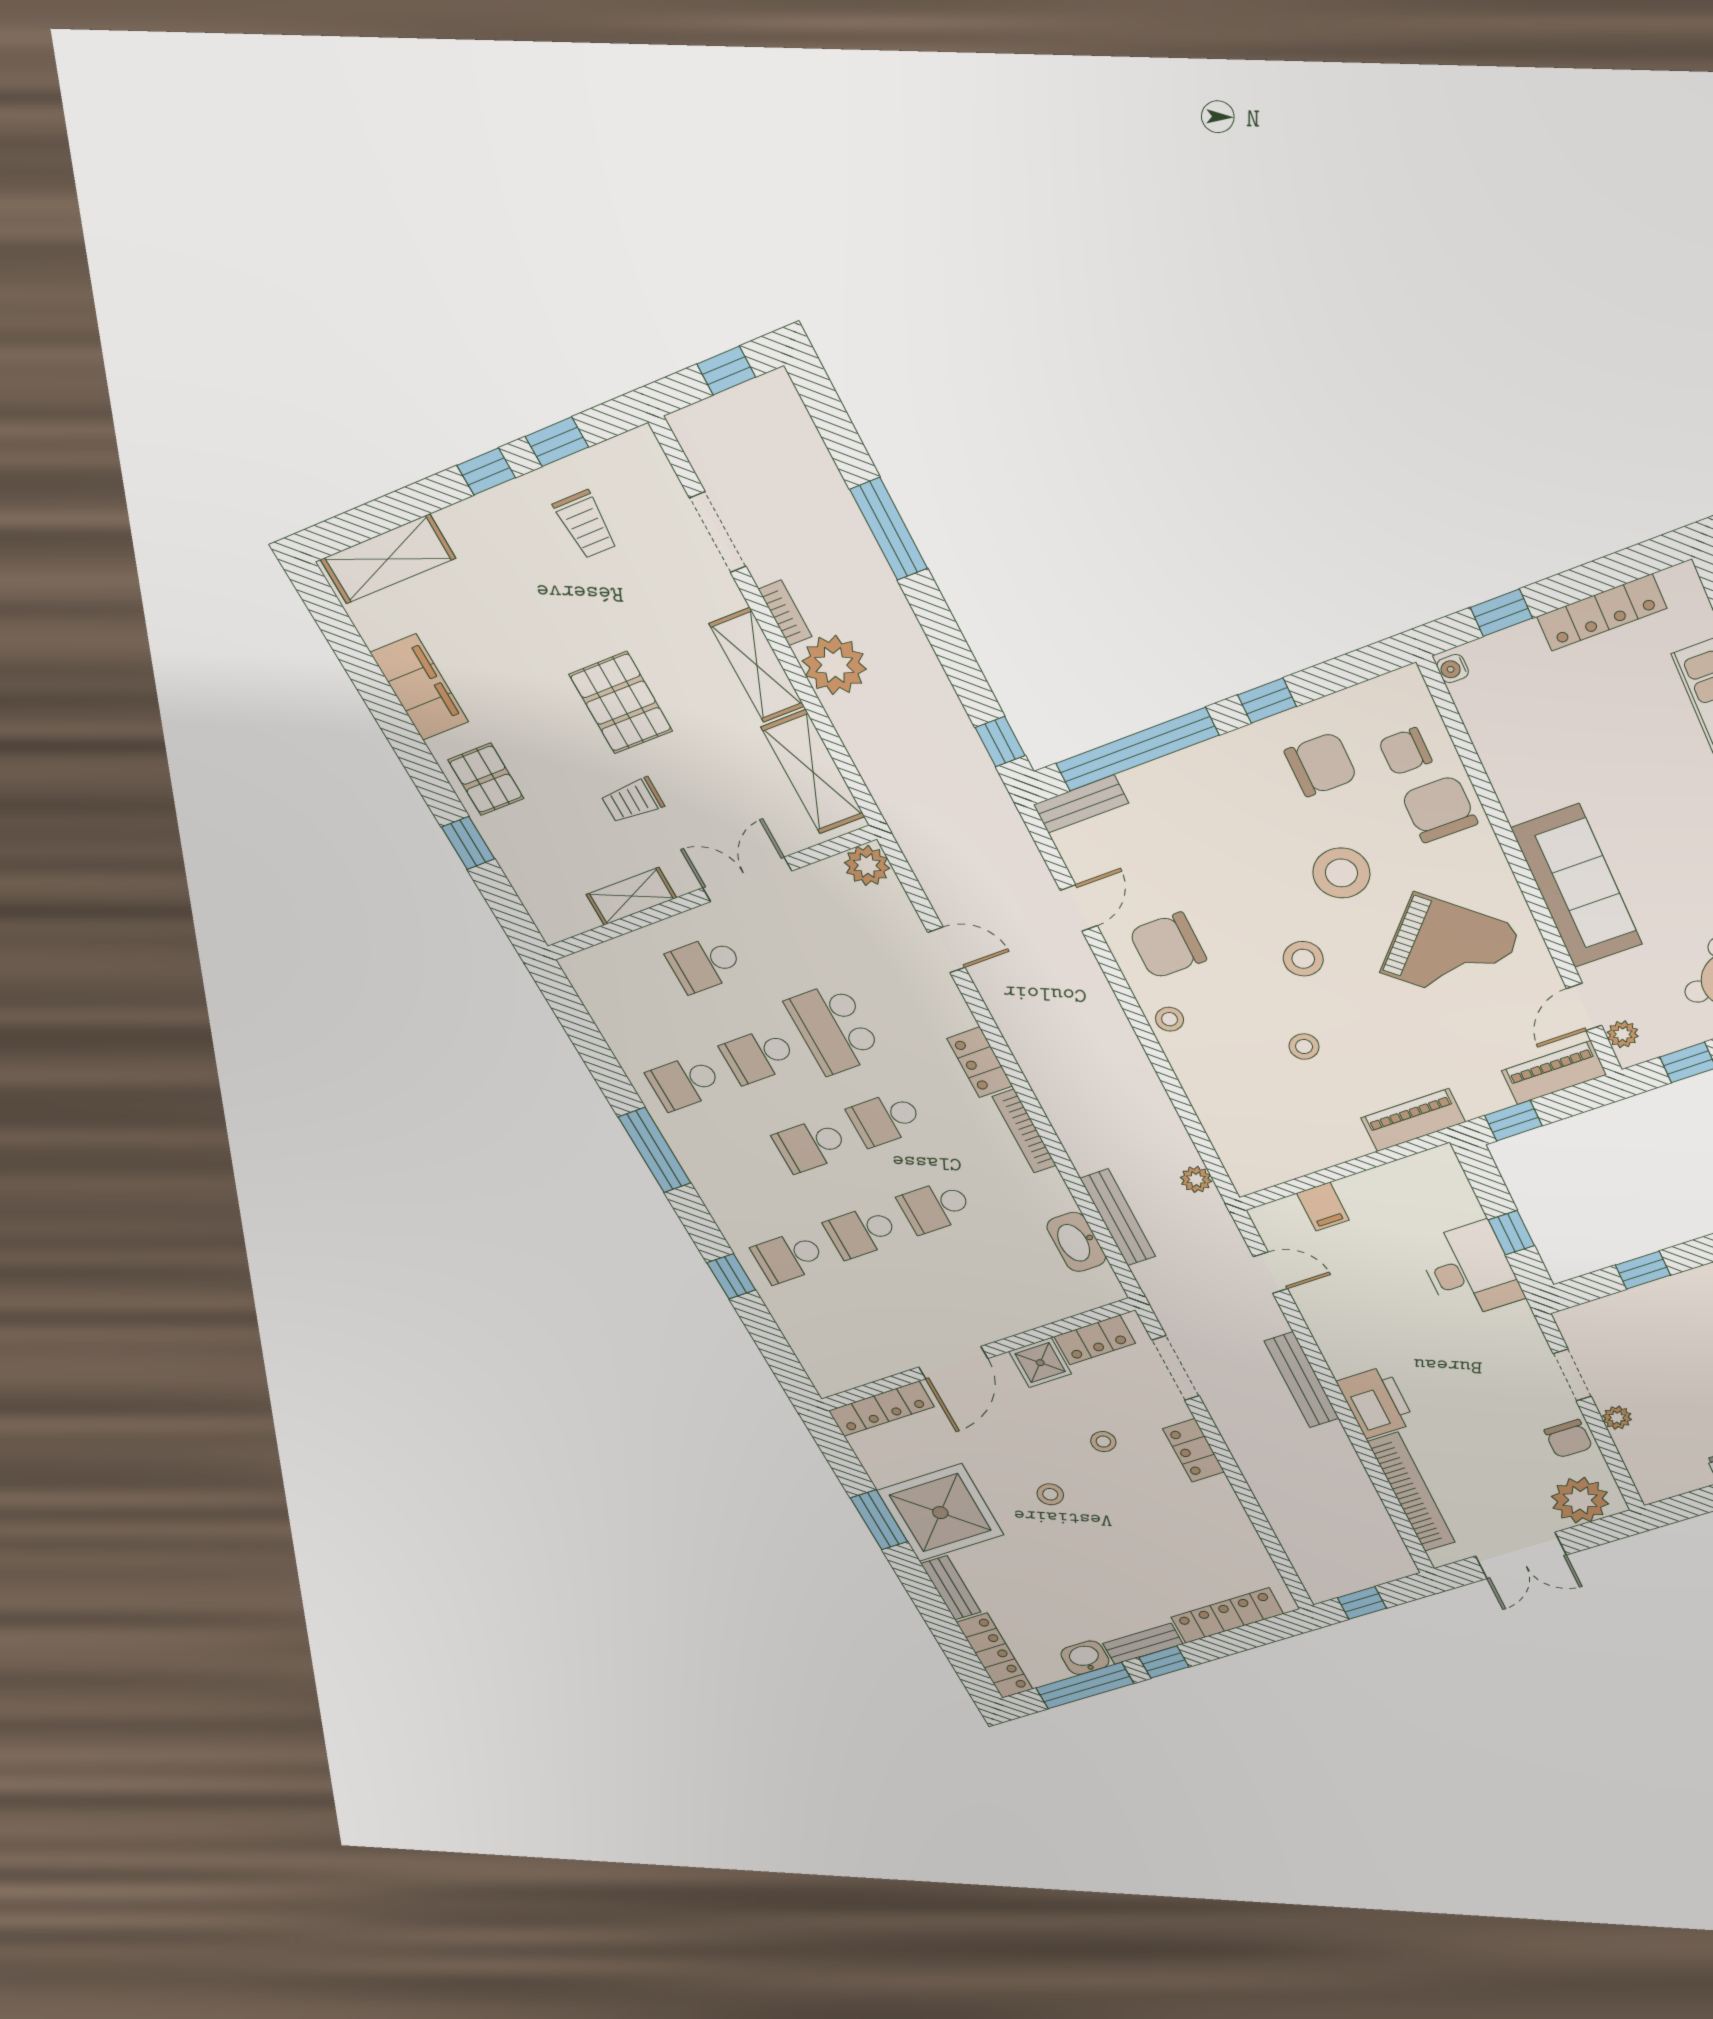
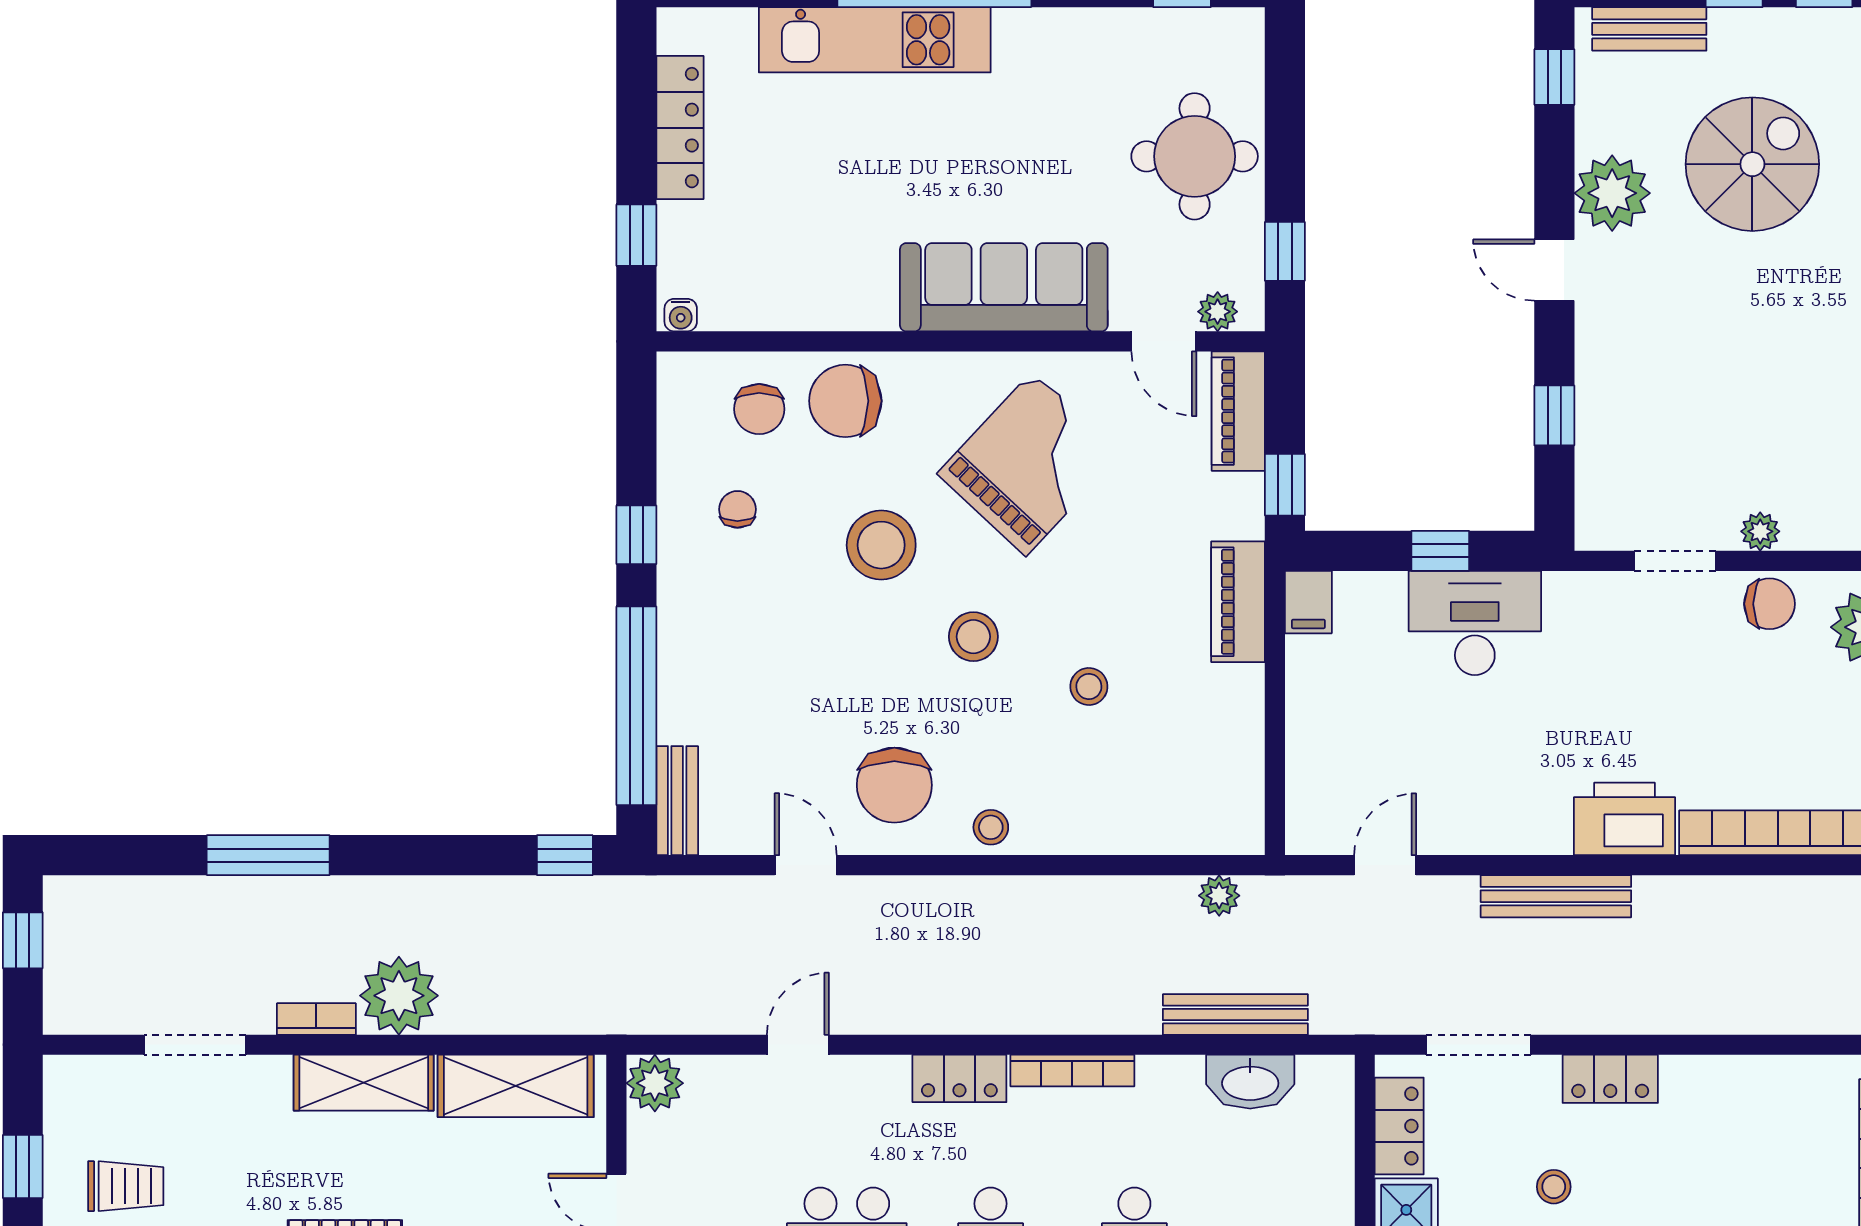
chair: (1321, 764) -> (737, 509), width x0.54, depth x0.54
filing cabinet: (1323, 1207) -> (1308, 602), moved, turned 90

